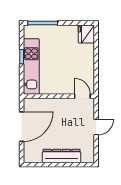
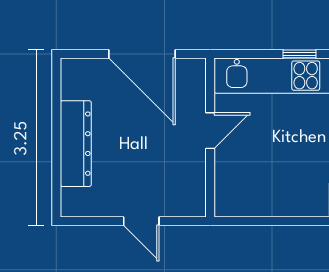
door: (82, 96) -> (210, 131), moved

